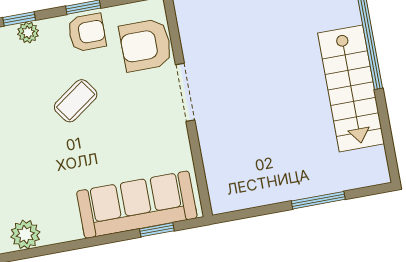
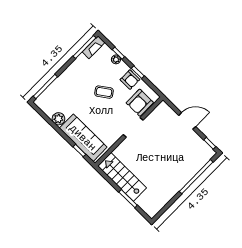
armchair: (146, 45) -> (140, 103), turned -90
stairs: (351, 88) -> (122, 177), moved, turned 90
plant: (25, 235) -> (58, 119), moved

